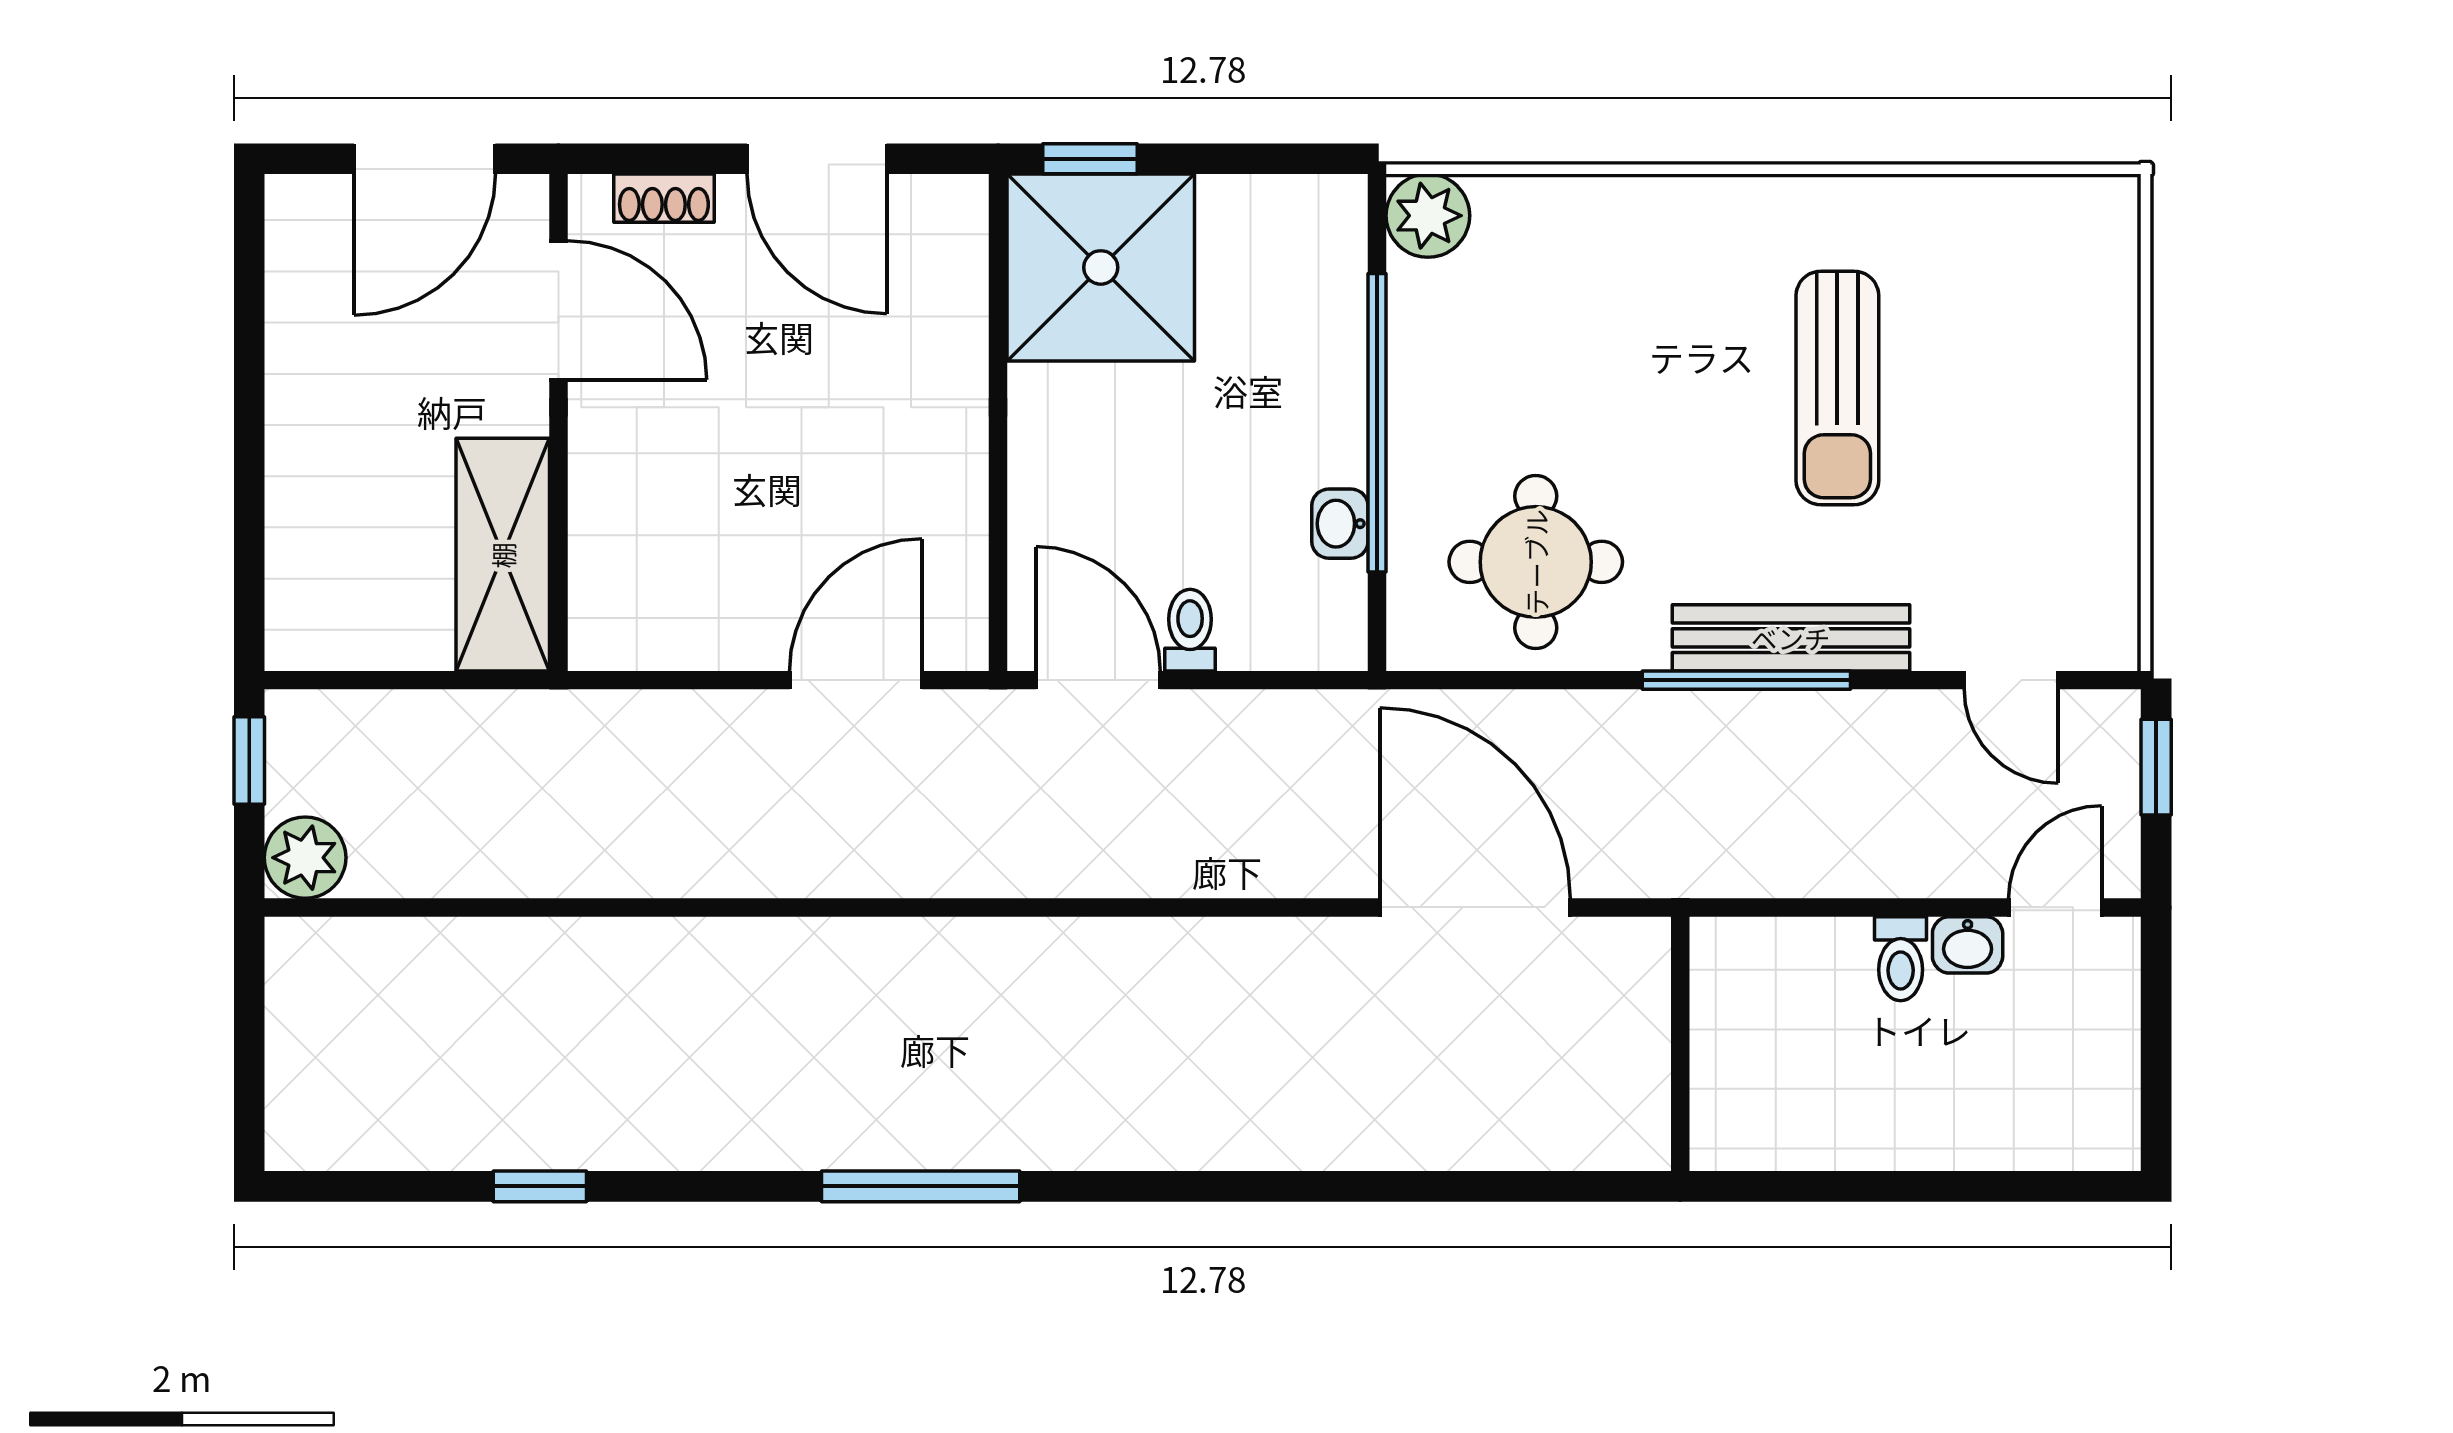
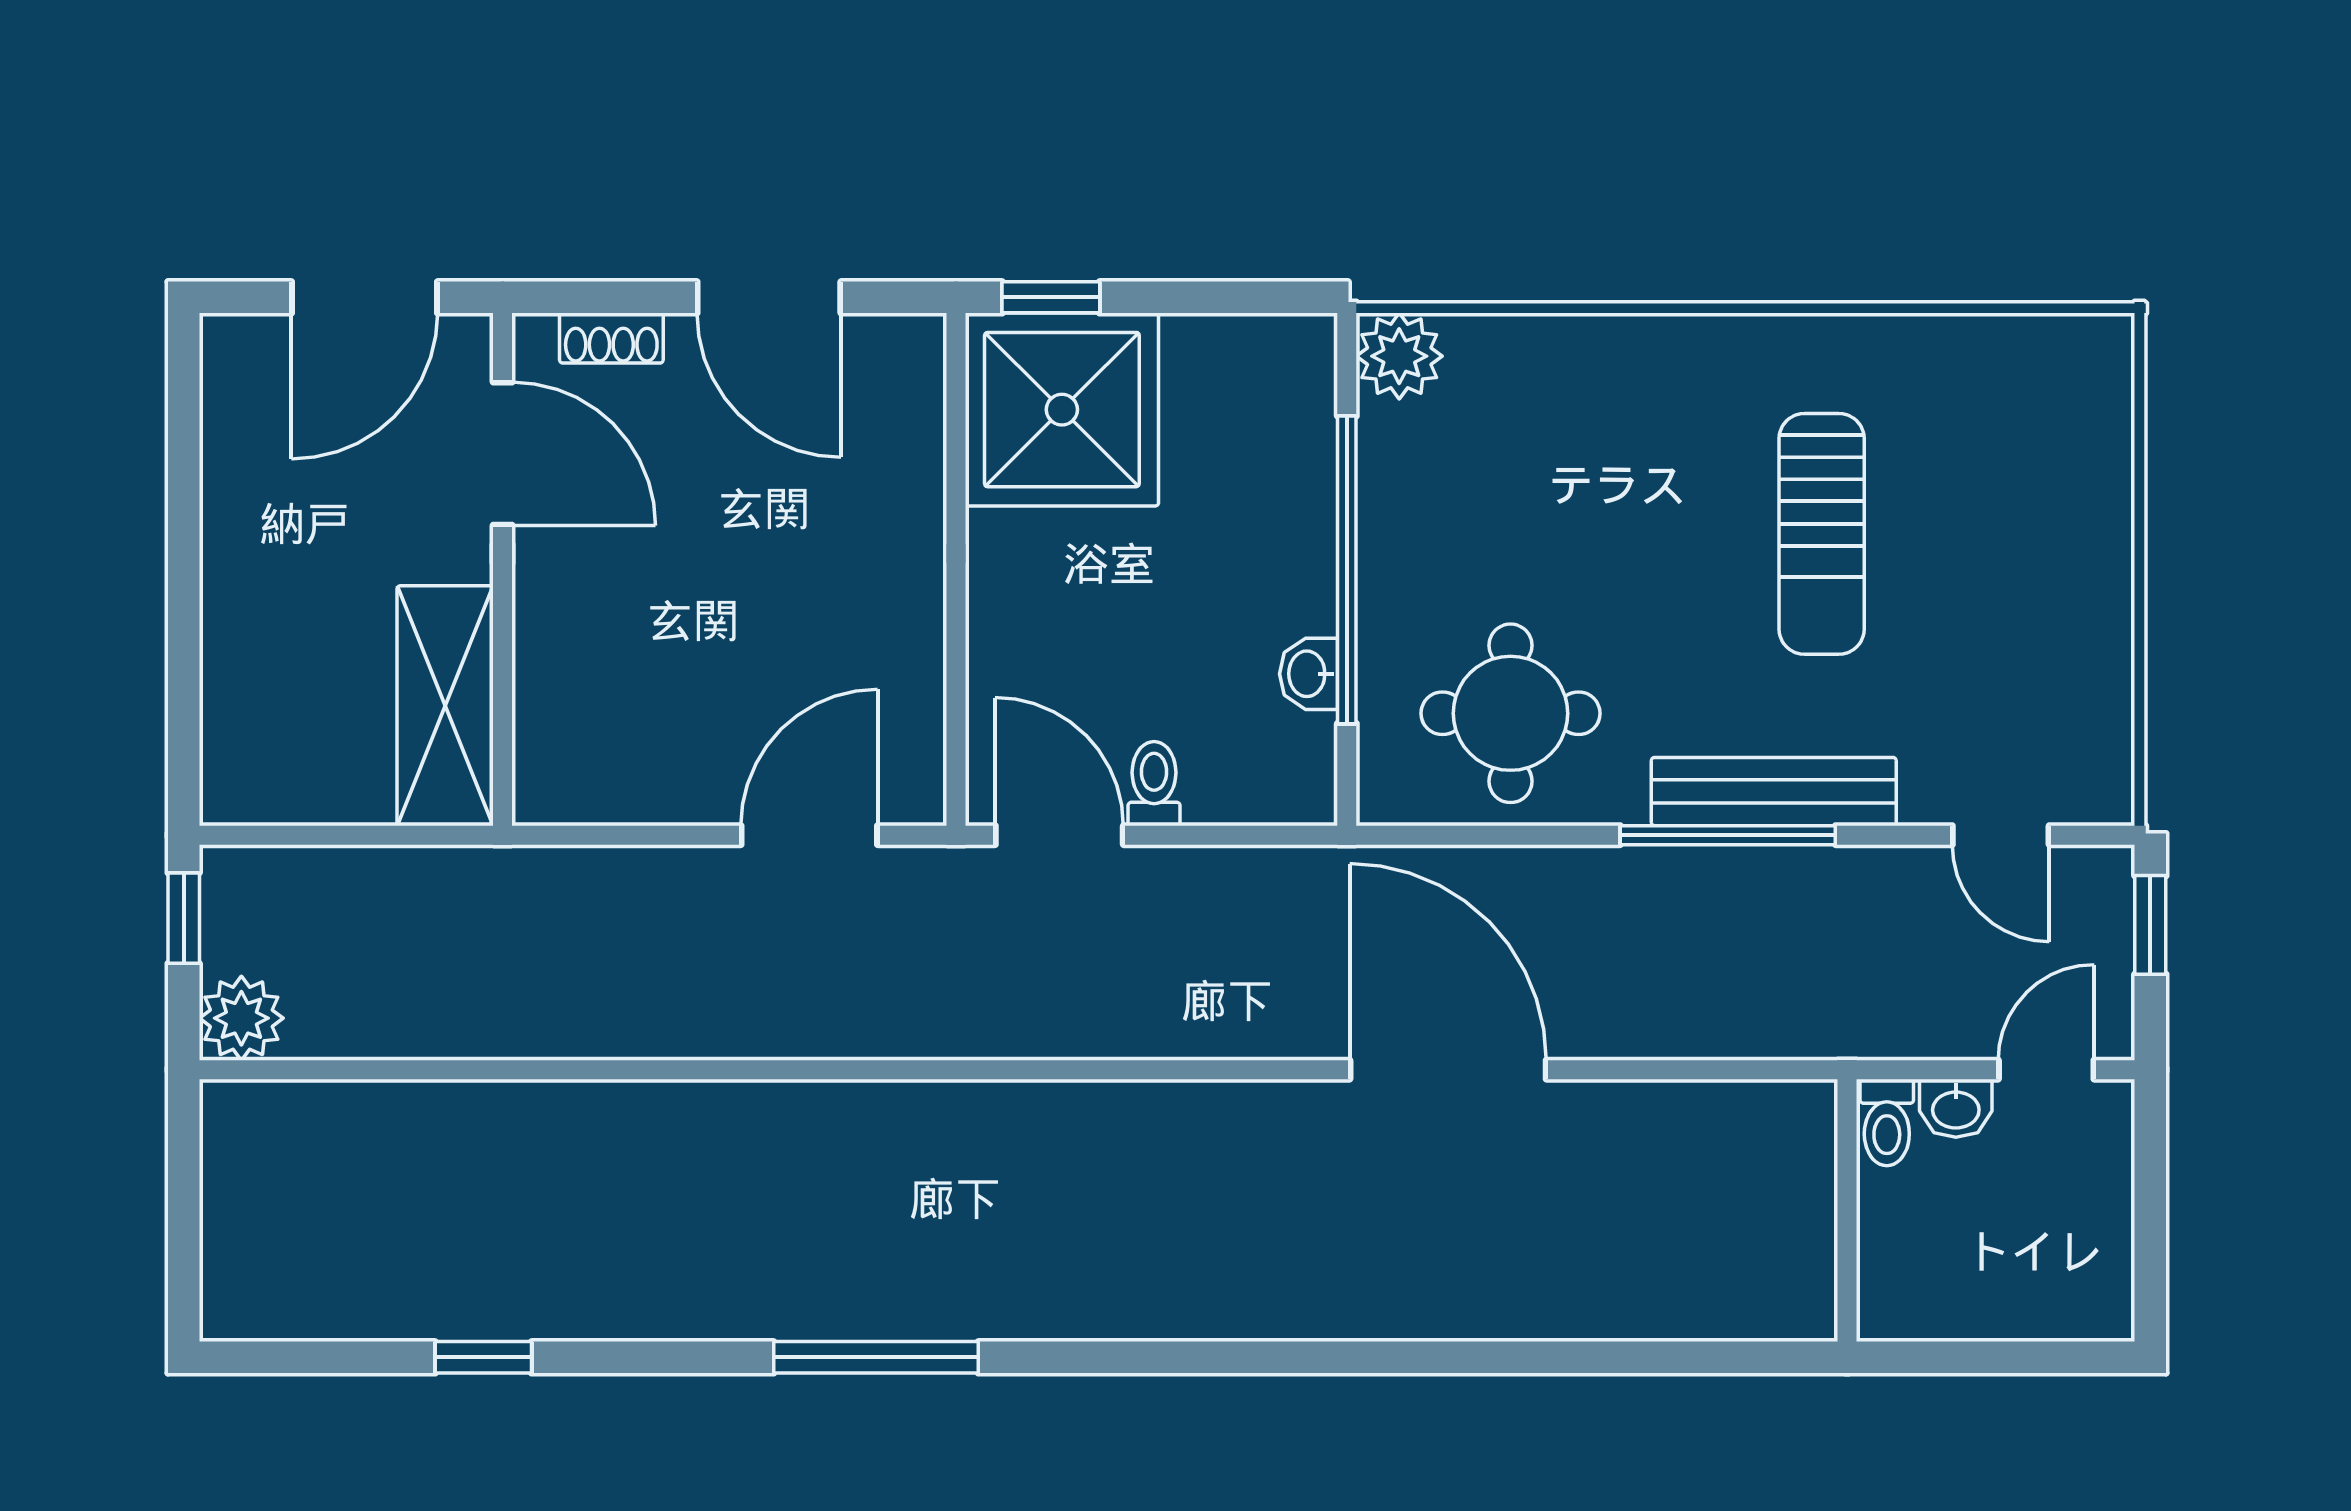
wall: (1680, 1044) -> (1847, 1210), moved

